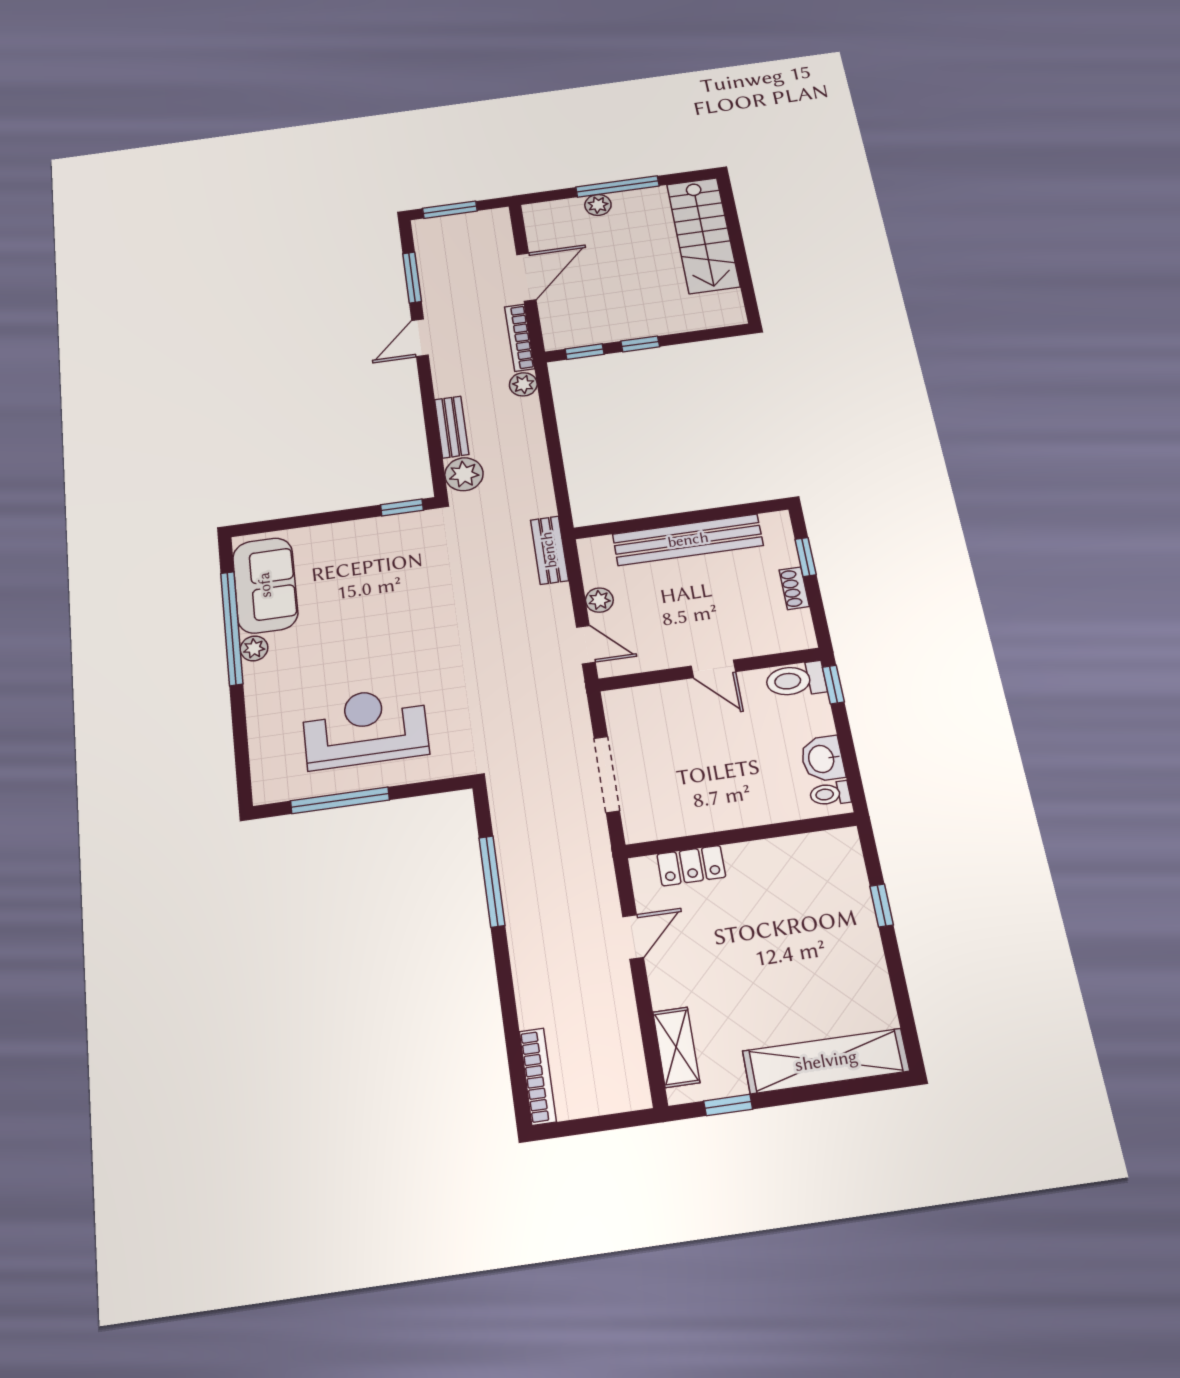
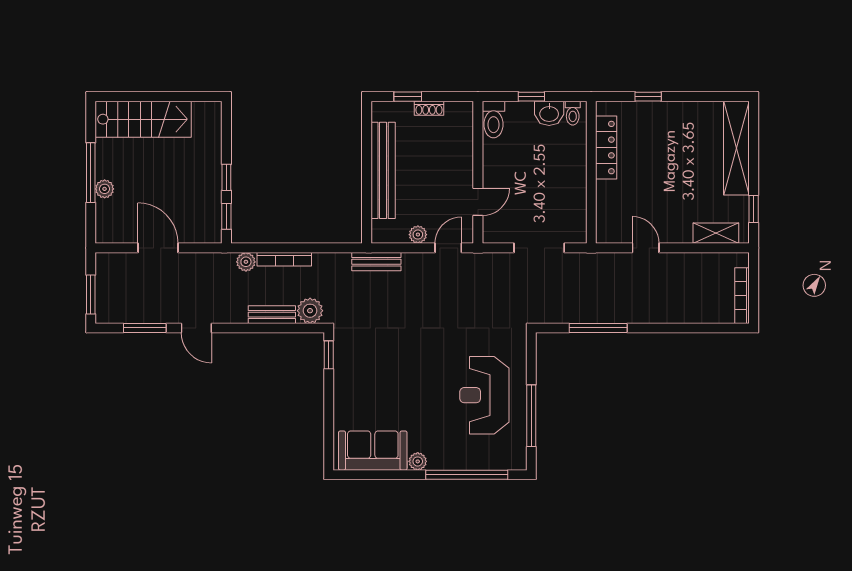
bookcase: (520, 338) -> (284, 259), moved
window: (232, 628) -> (467, 475), moved
door: (713, 669) -> (478, 202), moved
window: (833, 685) -> (531, 97), moved
locker: (691, 866) -> (606, 148), moved, width x1.53
bookcase: (538, 1076) -> (742, 296), moved, turned -90

